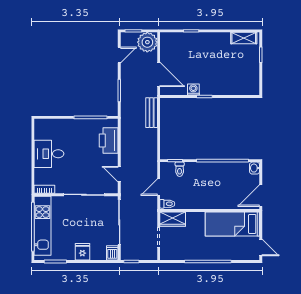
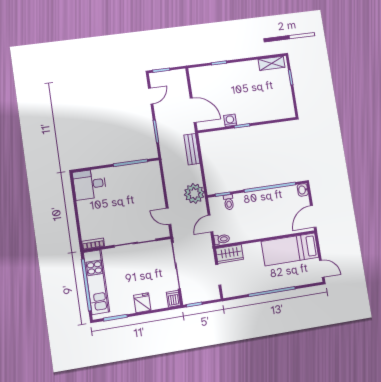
plant: (147, 42) -> (194, 194), moved
printer: (109, 141) -> (153, 184), removed
desk: (49, 154) -> (90, 184), moved

